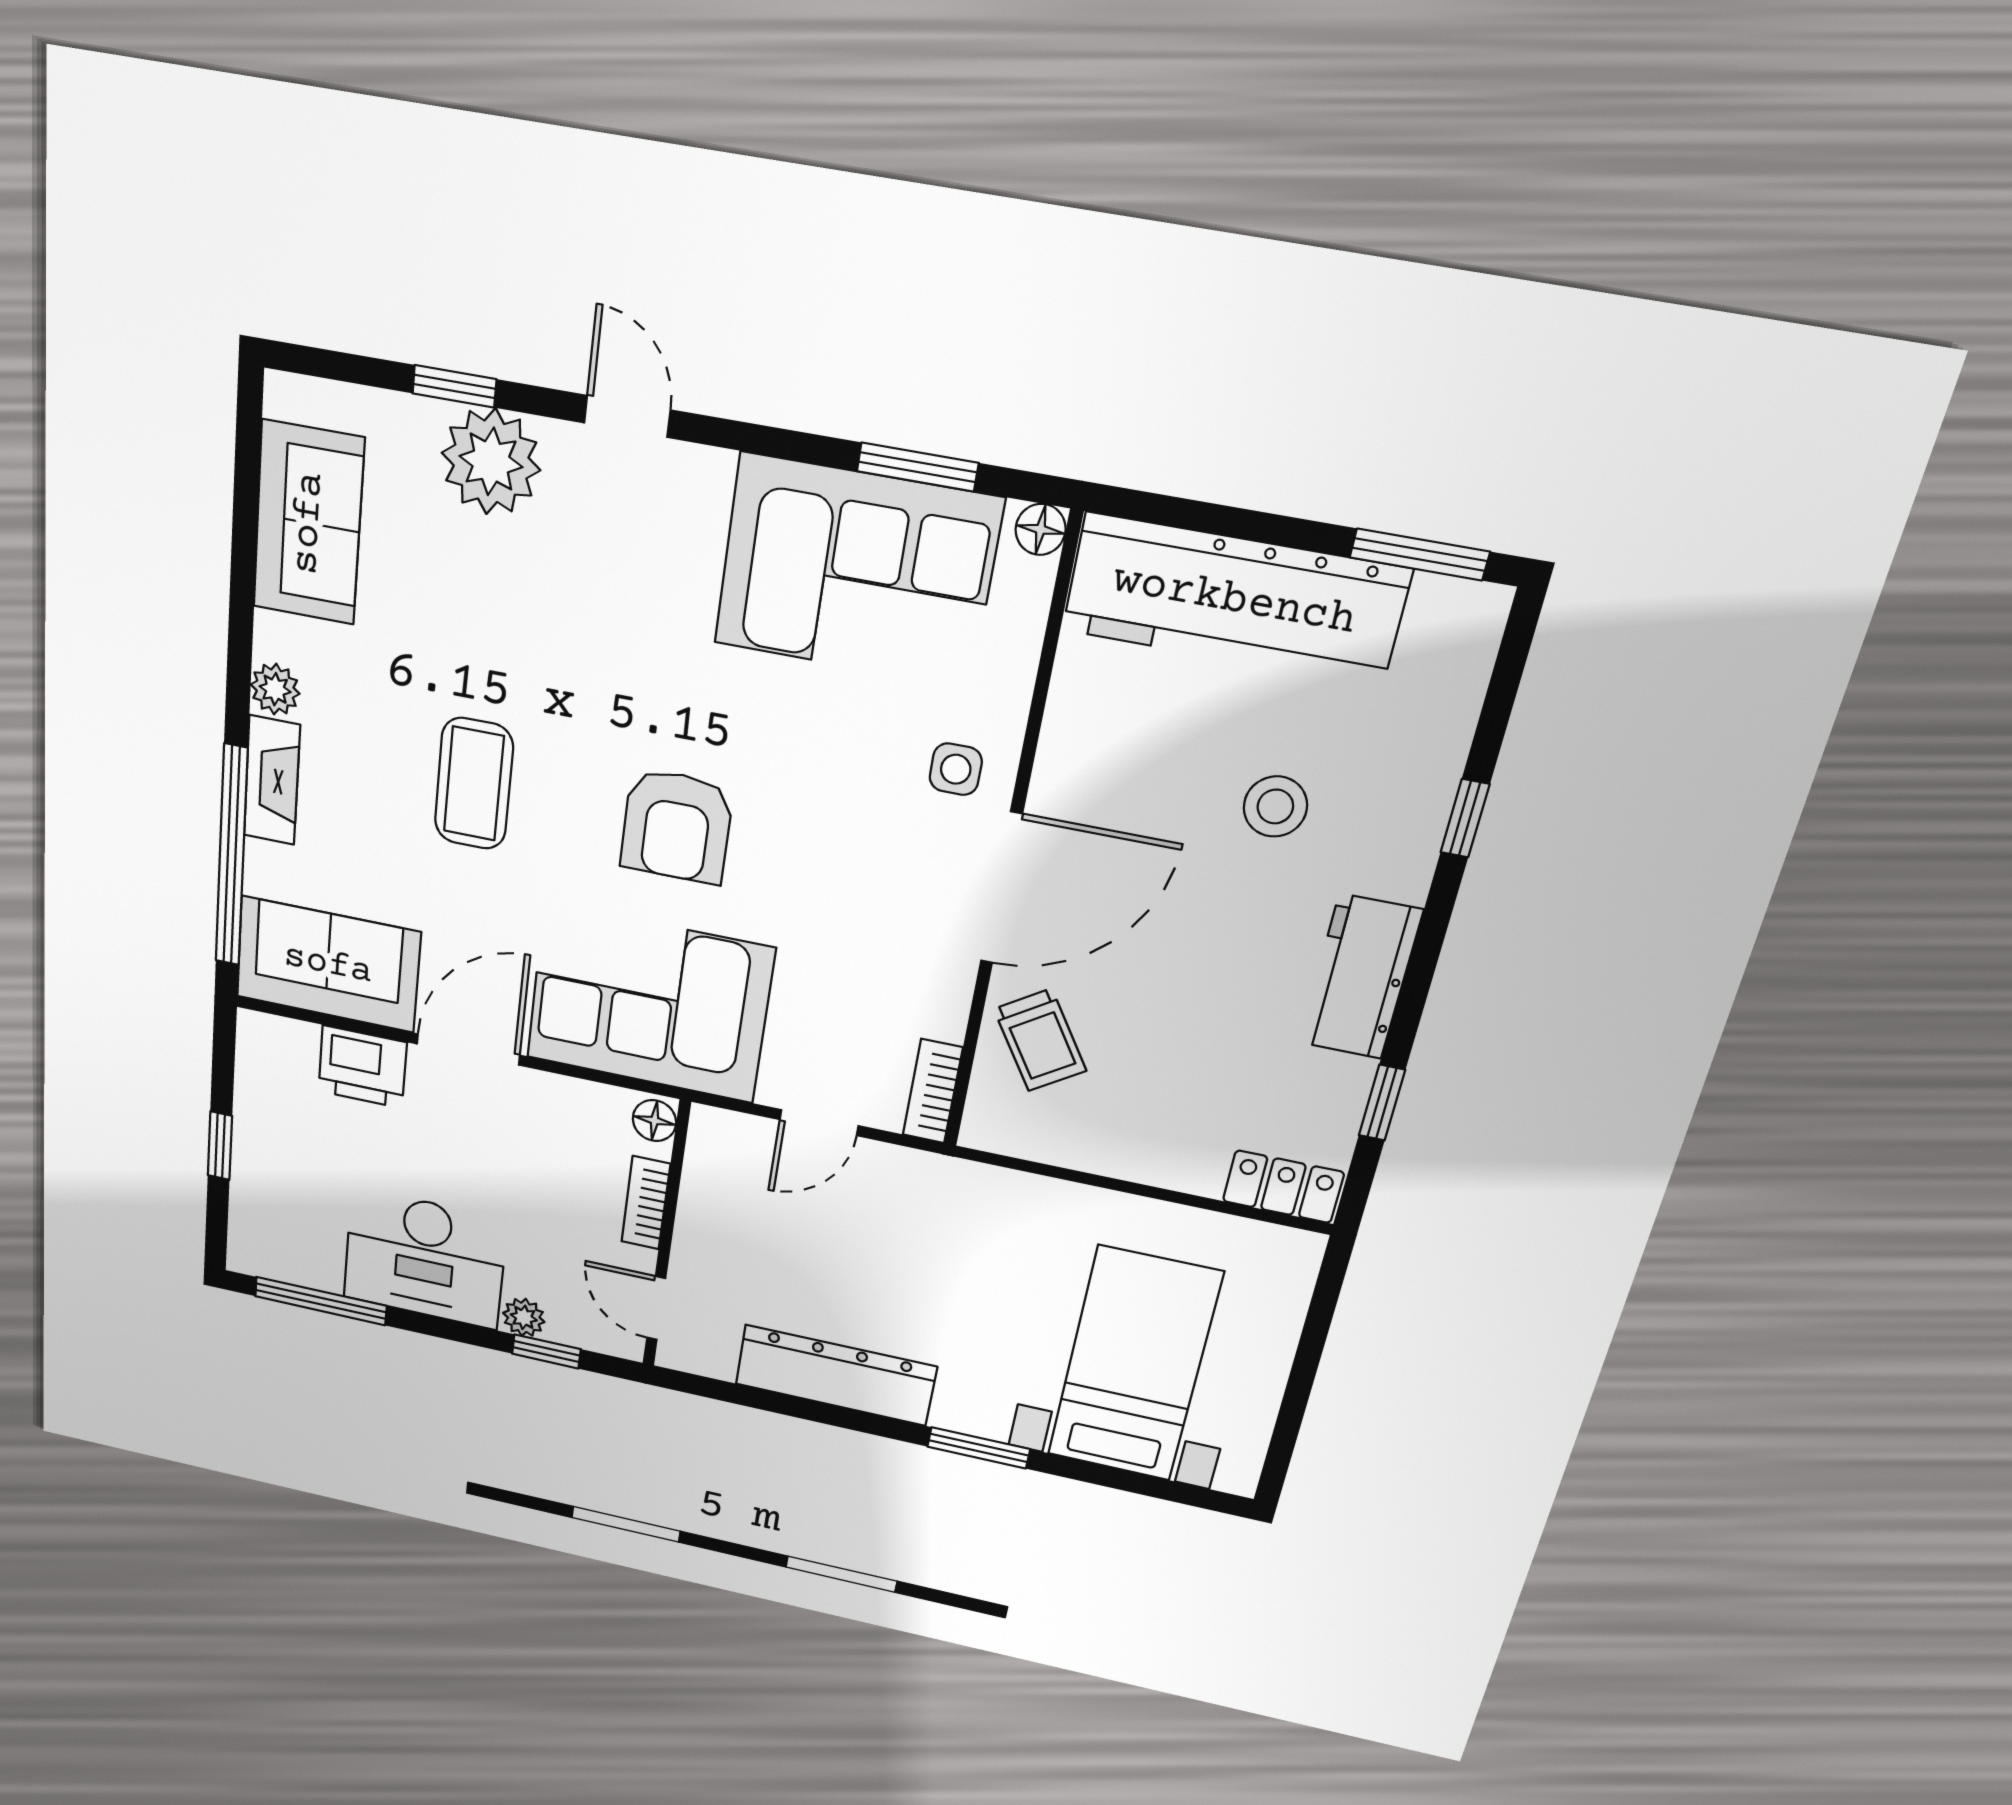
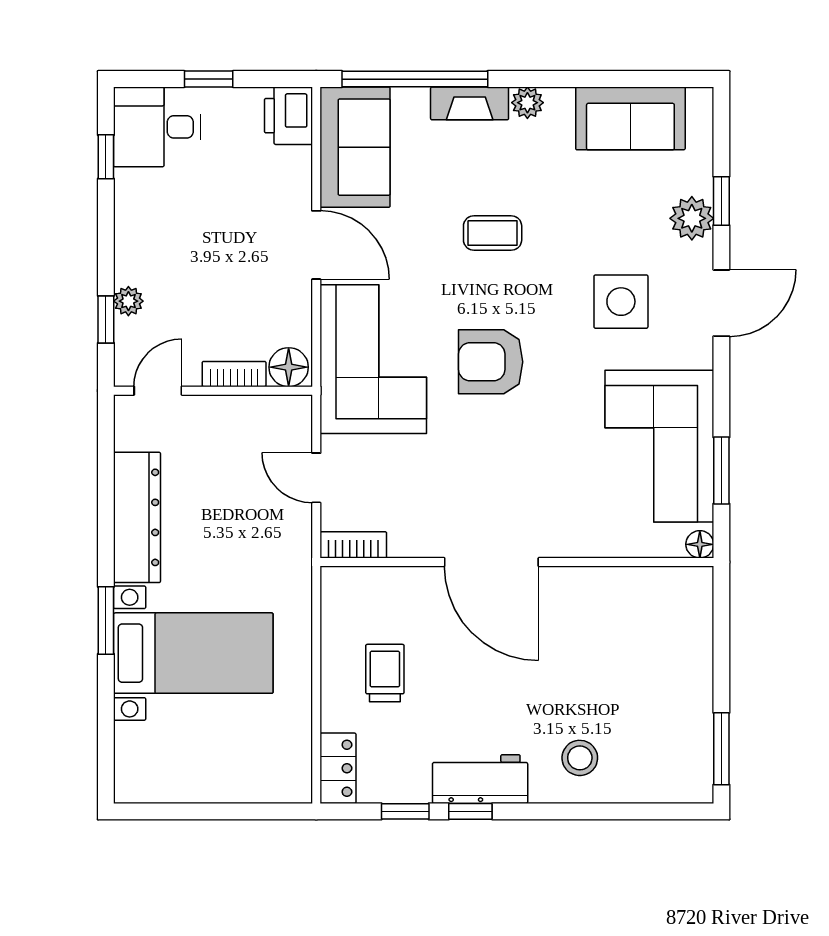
door: (627, 416) -> (721, 303), width x1.38
plant: (491, 462) -> (692, 218), width x0.73, depth x0.73
workbench: (1235, 600) -> (681, 657), removed
side table: (956, 769) -> (621, 302), moved, width x1.87, depth x1.87
coffee table: (474, 784) -> (493, 233), width x0.73, depth x0.77
stool: (1275, 807) -> (580, 758), moved
window: (1465, 818) -> (470, 811), moved
trolley: (1040, 1040) -> (385, 673), moved, turned 123
printer: (362, 1067) -> (289, 116), moved
floor lamp: (654, 1121) -> (289, 367), width x1.37, depth x1.37
desk: (425, 1259) -> (157, 127), moved, width x0.73
window: (321, 1301) -> (106, 157), width x0.46
bed with nightstands: (1134, 1365) -> (193, 653), moved

